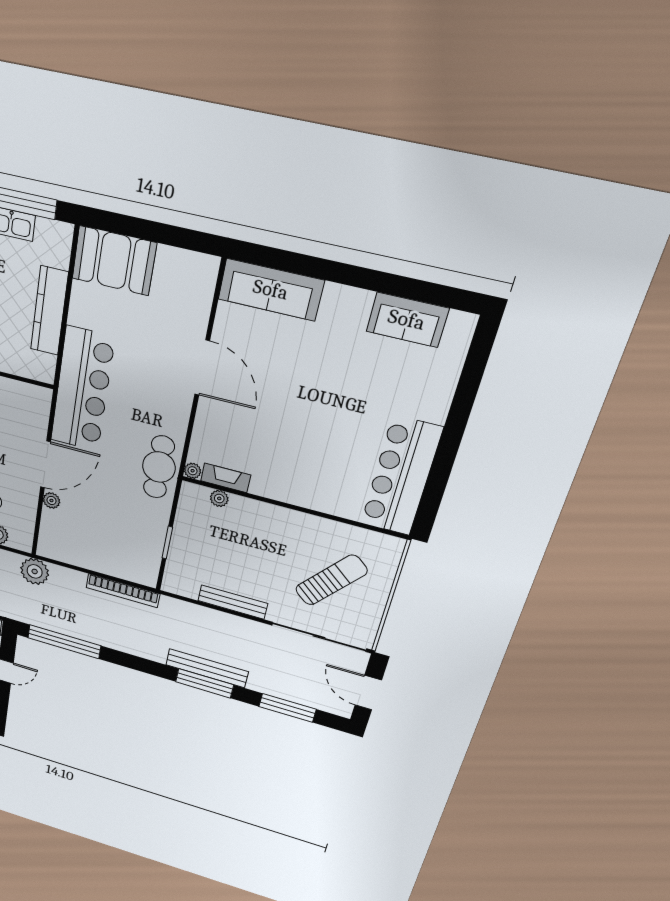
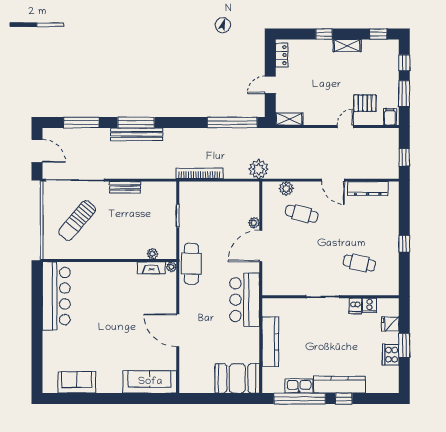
bar counter: (82, 390) -> (245, 300), width x0.73
bench: (233, 602) -> (125, 187), width x0.73

